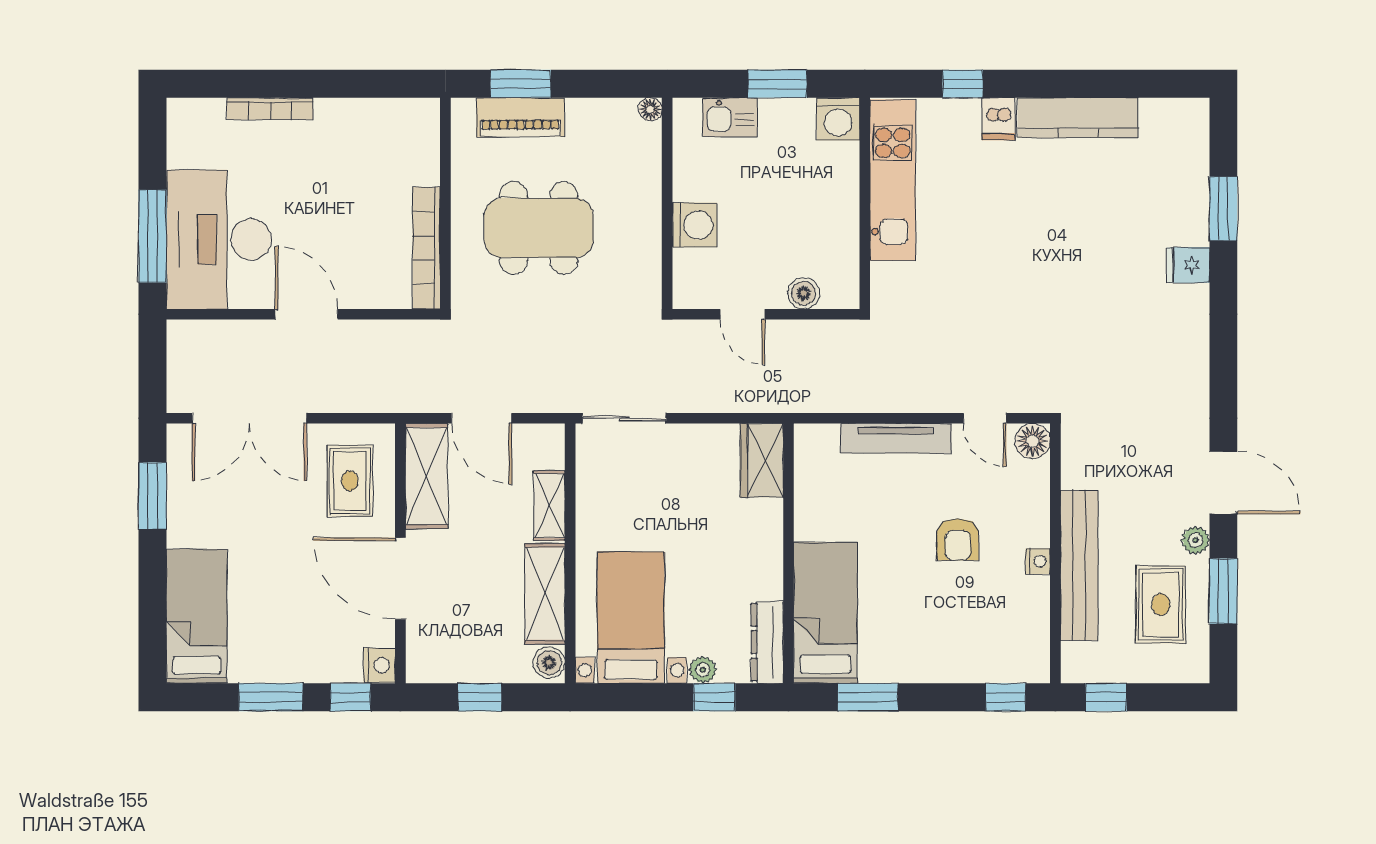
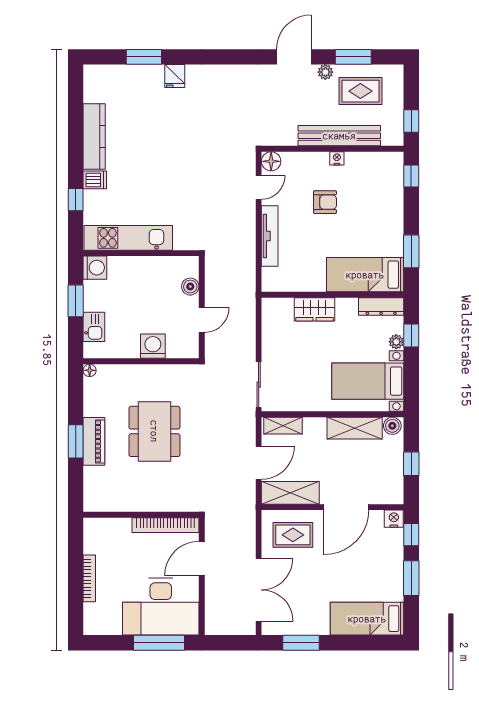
wall: (445, 203) -> (141, 515), moved
bookcase: (426, 248) -> (166, 525), moved
wardrobe: (762, 460) -> (315, 309), moved
shelving: (549, 506) -> (283, 426), moved

